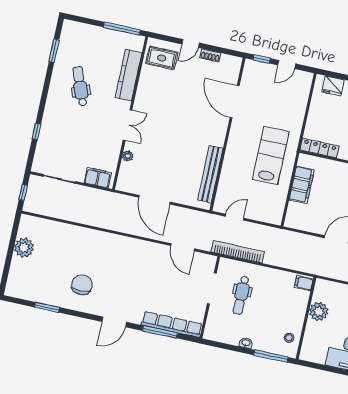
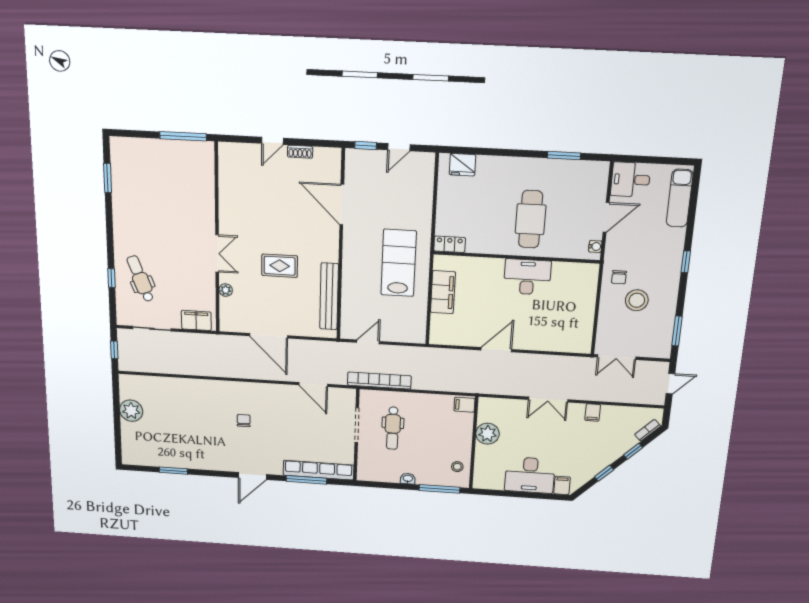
rug: (162, 58) -> (280, 266), moved
kitchen counter: (129, 75) -> (205, 193), removed
dental chair: (80, 86) -> (140, 279), moved
locker: (319, 148) -> (450, 244), width x0.66
chair: (82, 285) -> (244, 421), moved, width x0.54, depth x0.54

